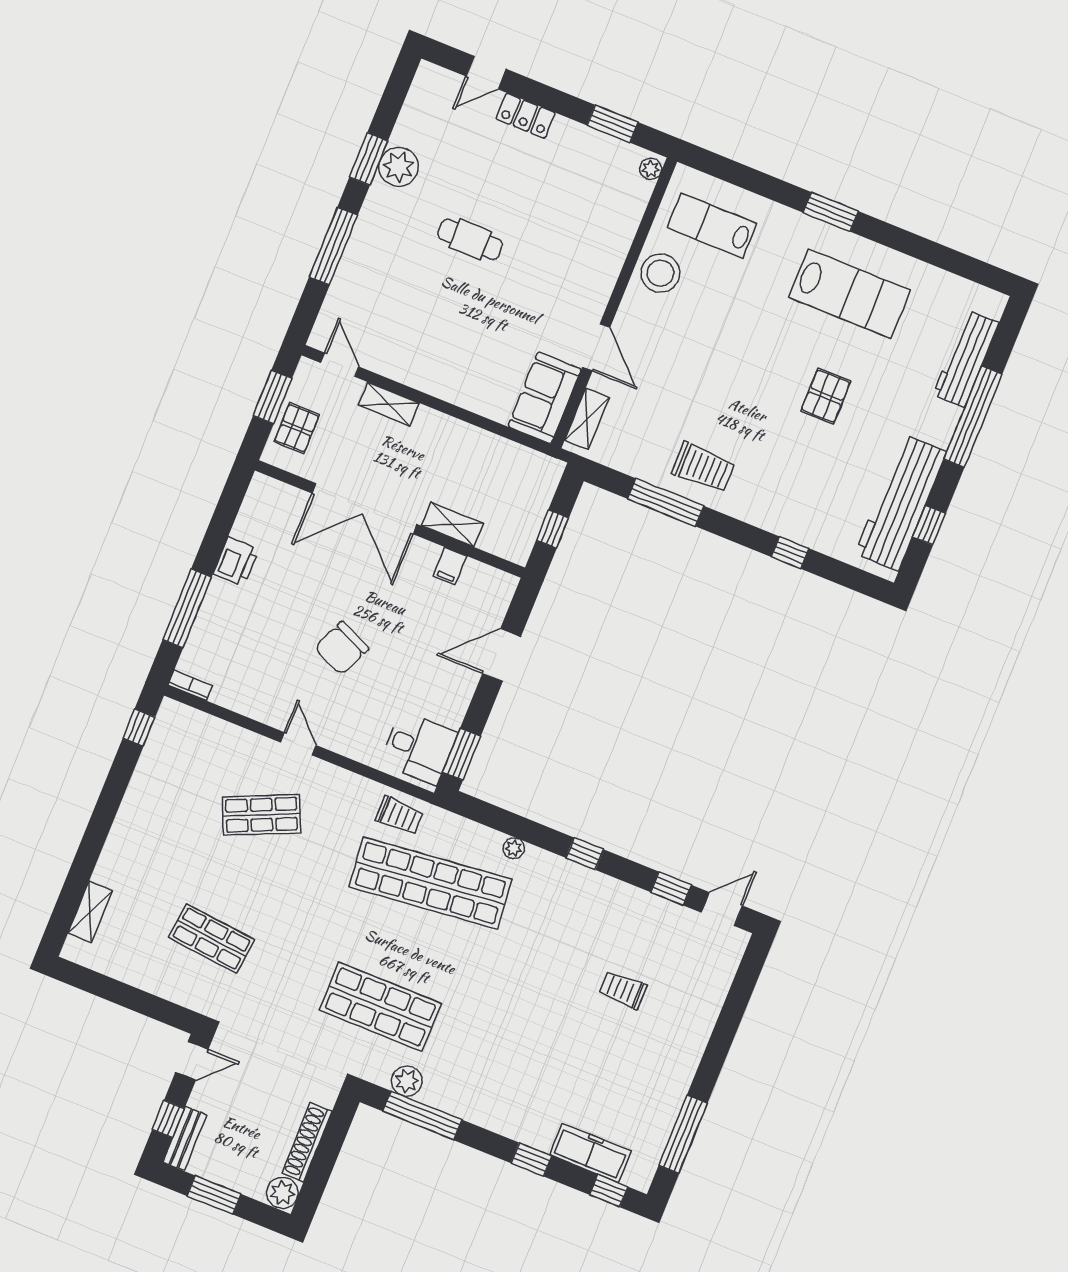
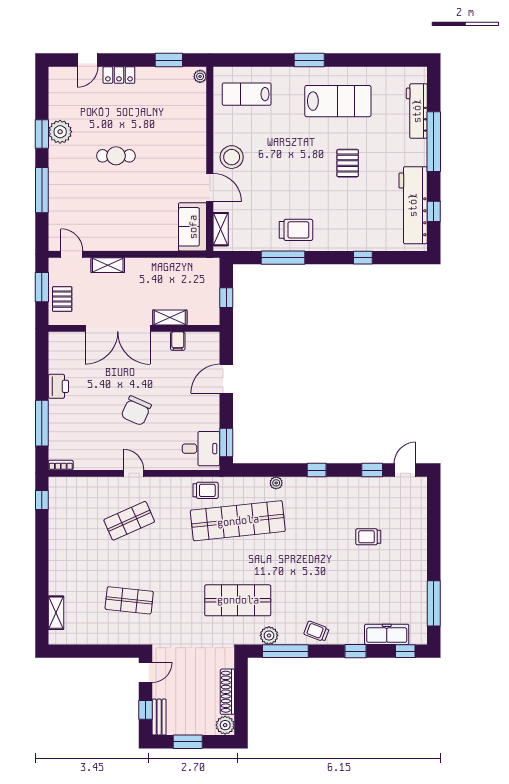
stool: (660, 273) -> (232, 157), moved
trolley: (483, 1104) -> (316, 631), added

